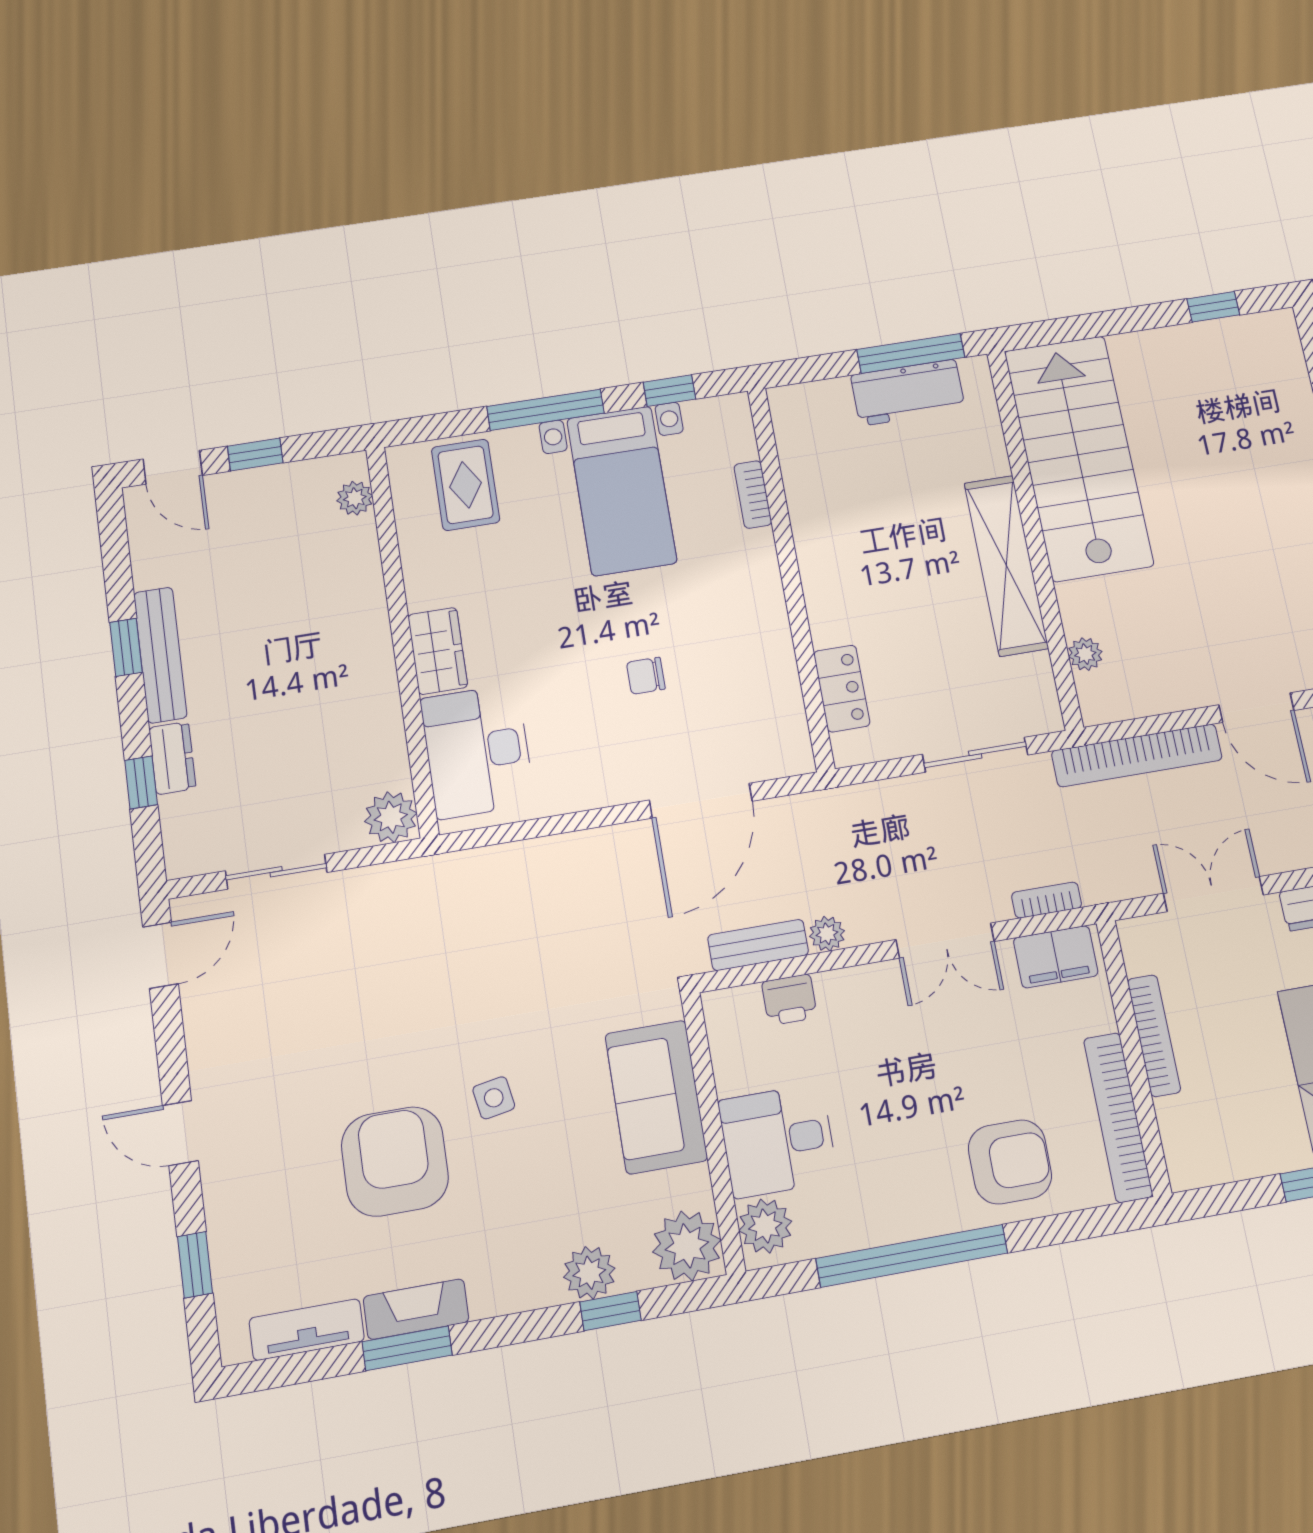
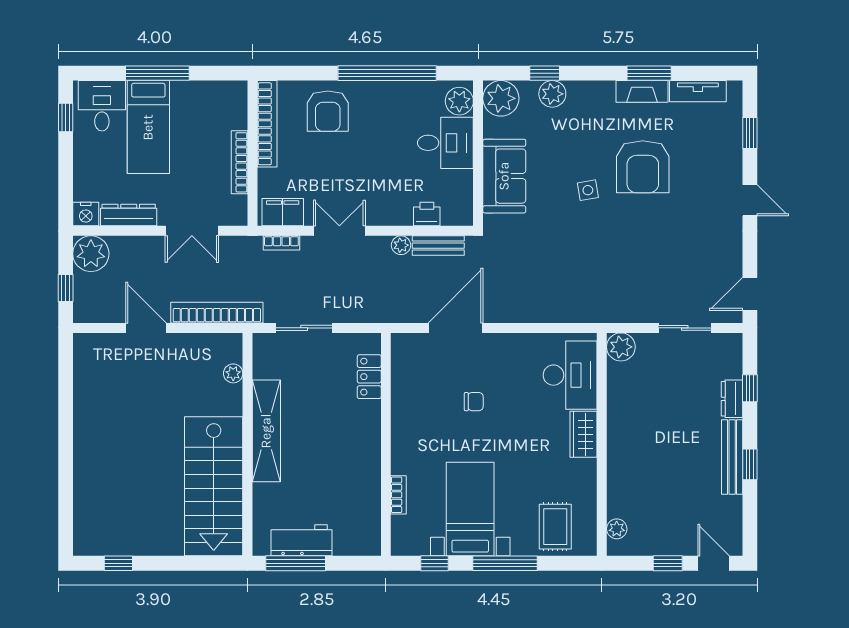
armchair: (1010, 1162) -> (328, 111), turned -90

